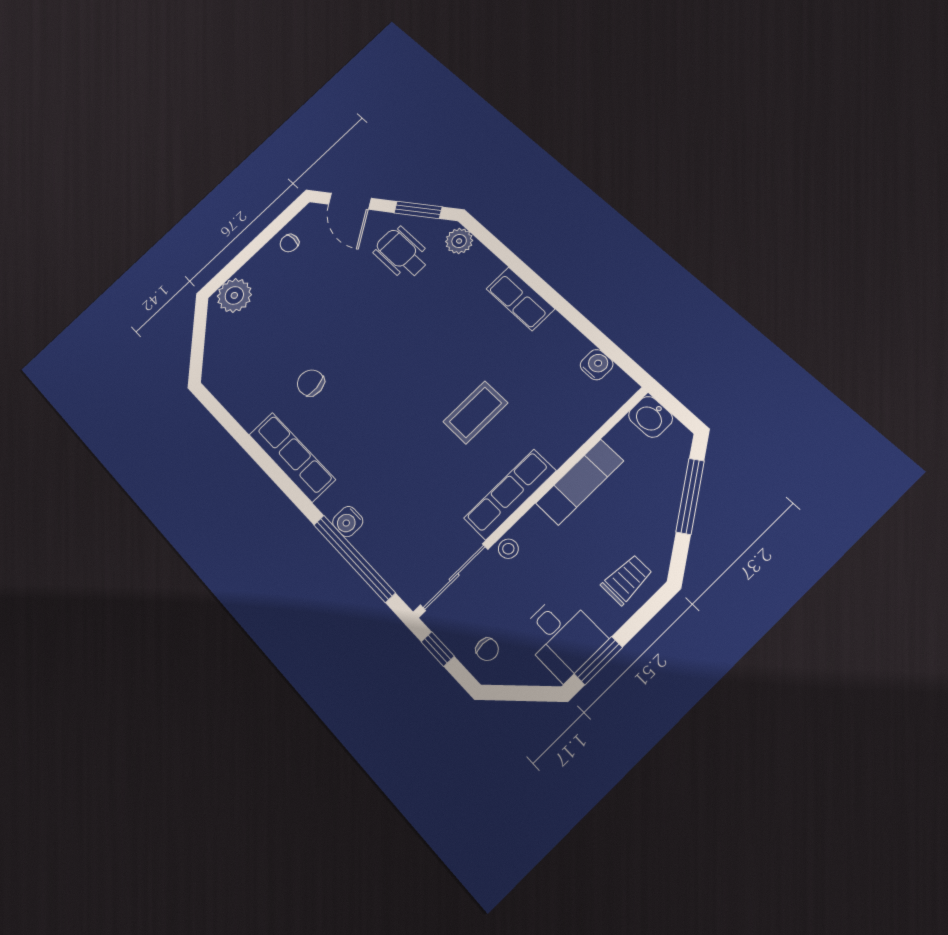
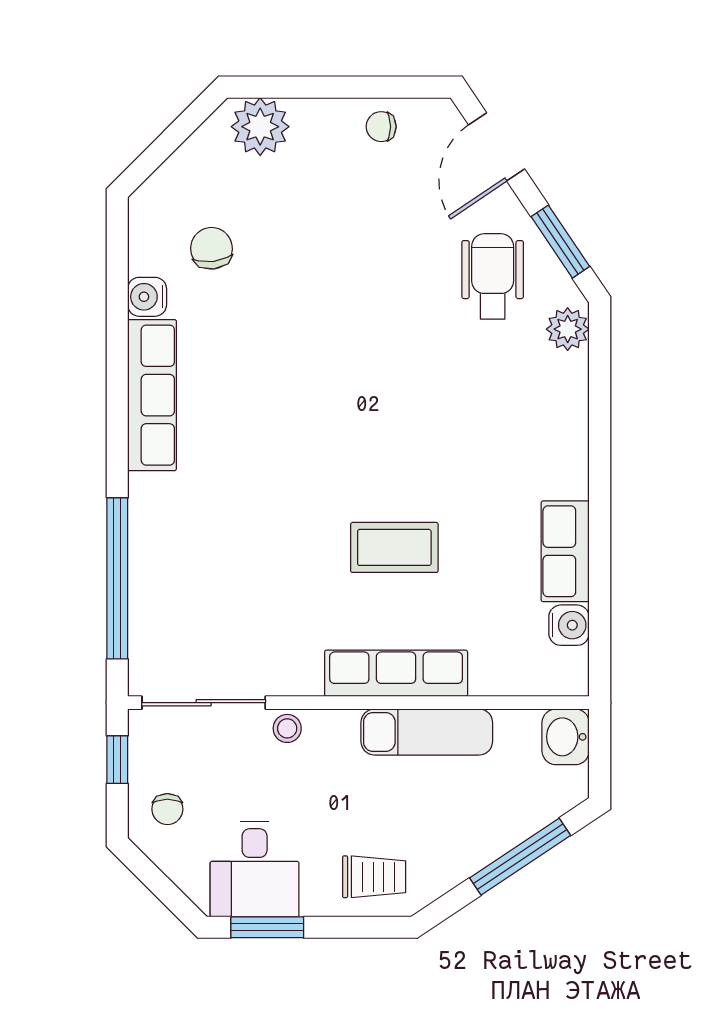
row of seats: (520, 299) -> (565, 551), moved
chair: (311, 383) -> (211, 248), moved
row of seats: (510, 494) -> (396, 673), moved
water cooler: (348, 522) -> (147, 297), moved

